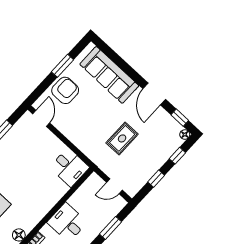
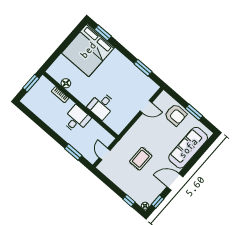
door: (41, 118) -> (146, 107), moved
rug: (122, 138) -> (141, 159), turned 90
desk: (69, 167) -> (102, 106), moved
window: (156, 179) -> (111, 185), removed

